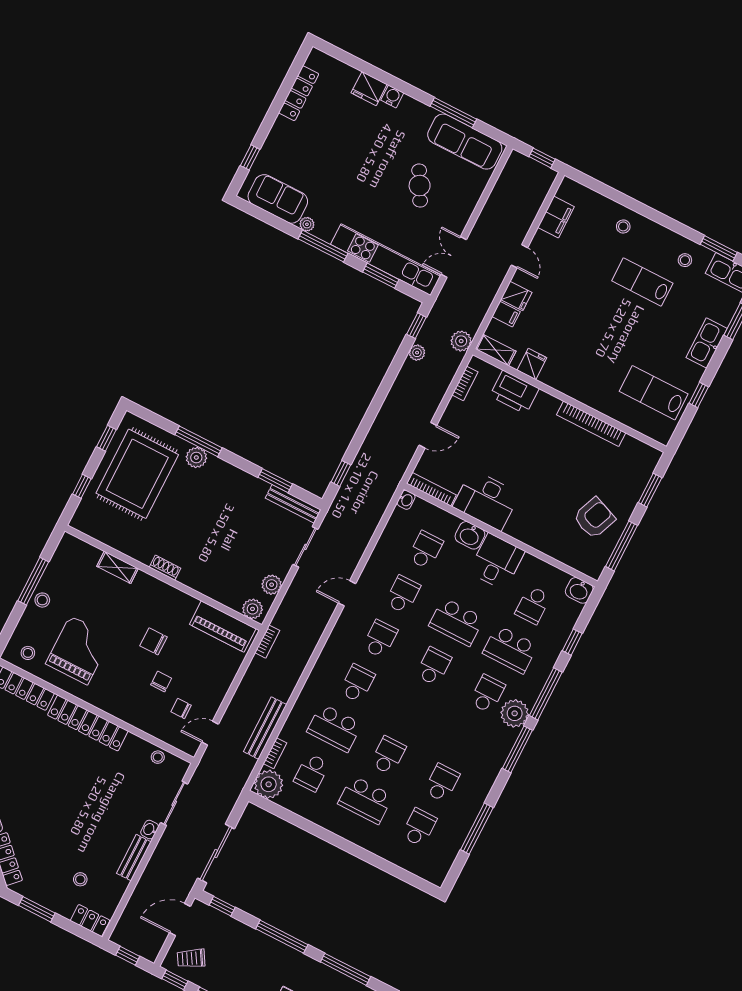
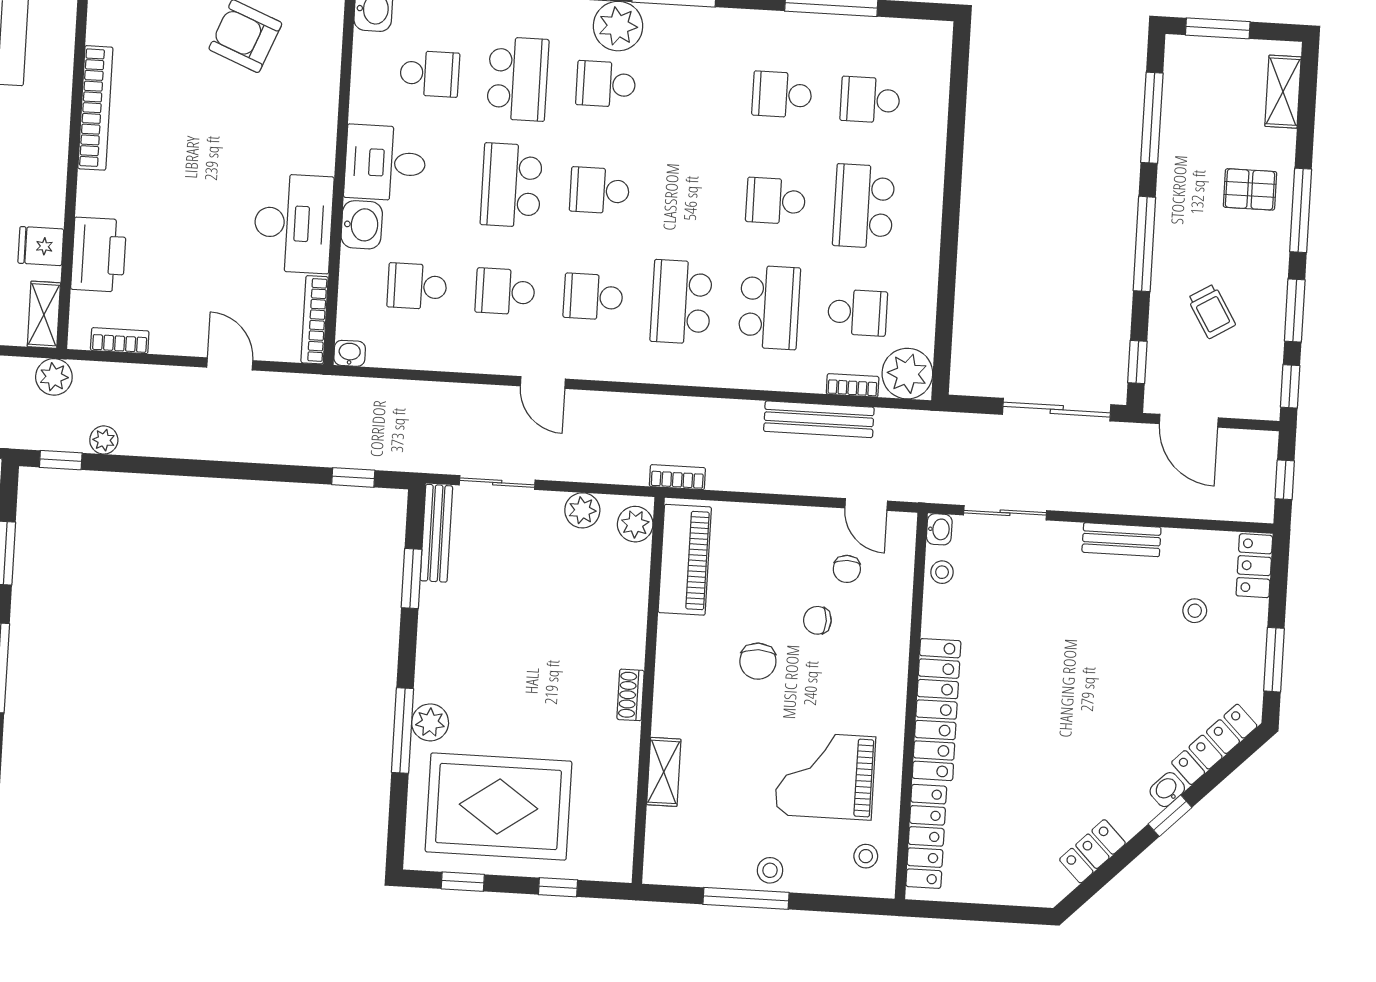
school desk: (456, 622) -> (511, 185), turned 180
school desk: (357, 683) -> (681, 302), width x1.85
school desk: (365, 800) -> (864, 206), turned 180
washbasin: (150, 830) -> (939, 529), moved, turned -90
trolley: (191, 958) -> (1212, 311), moved

